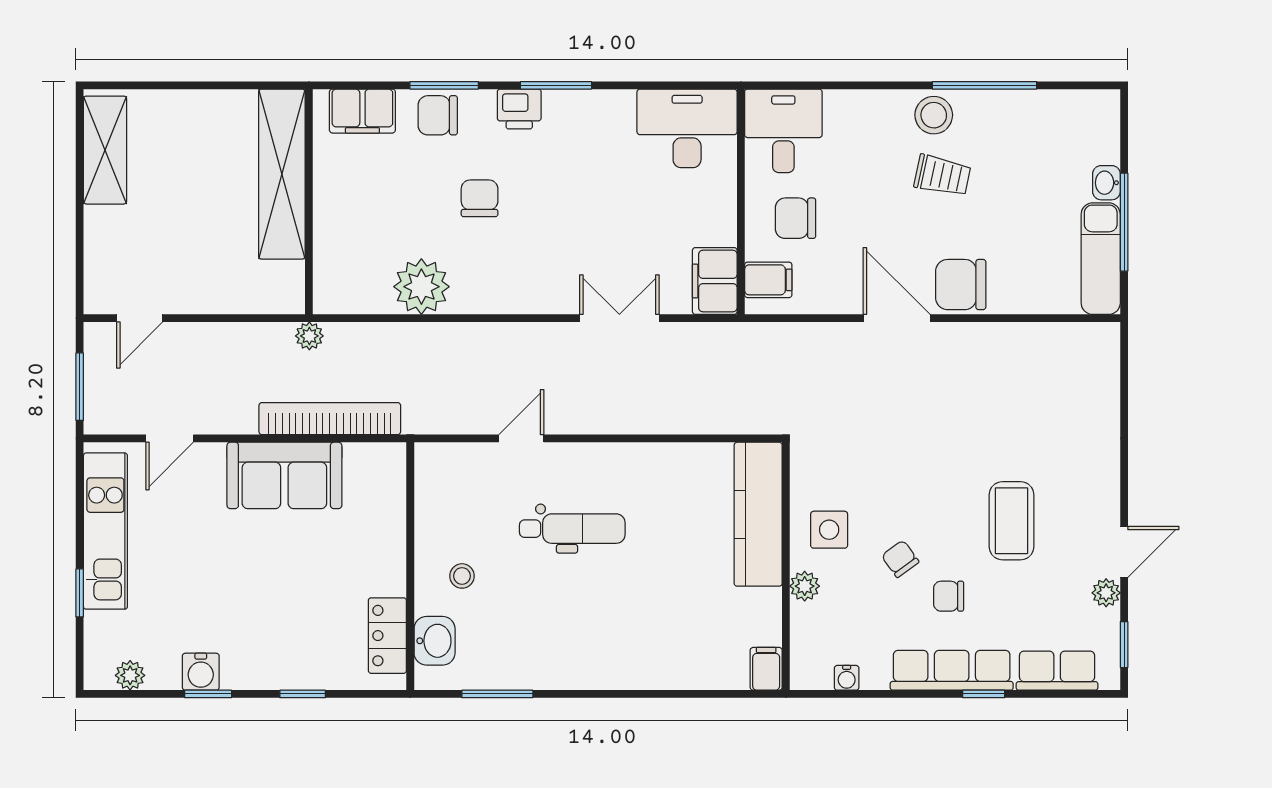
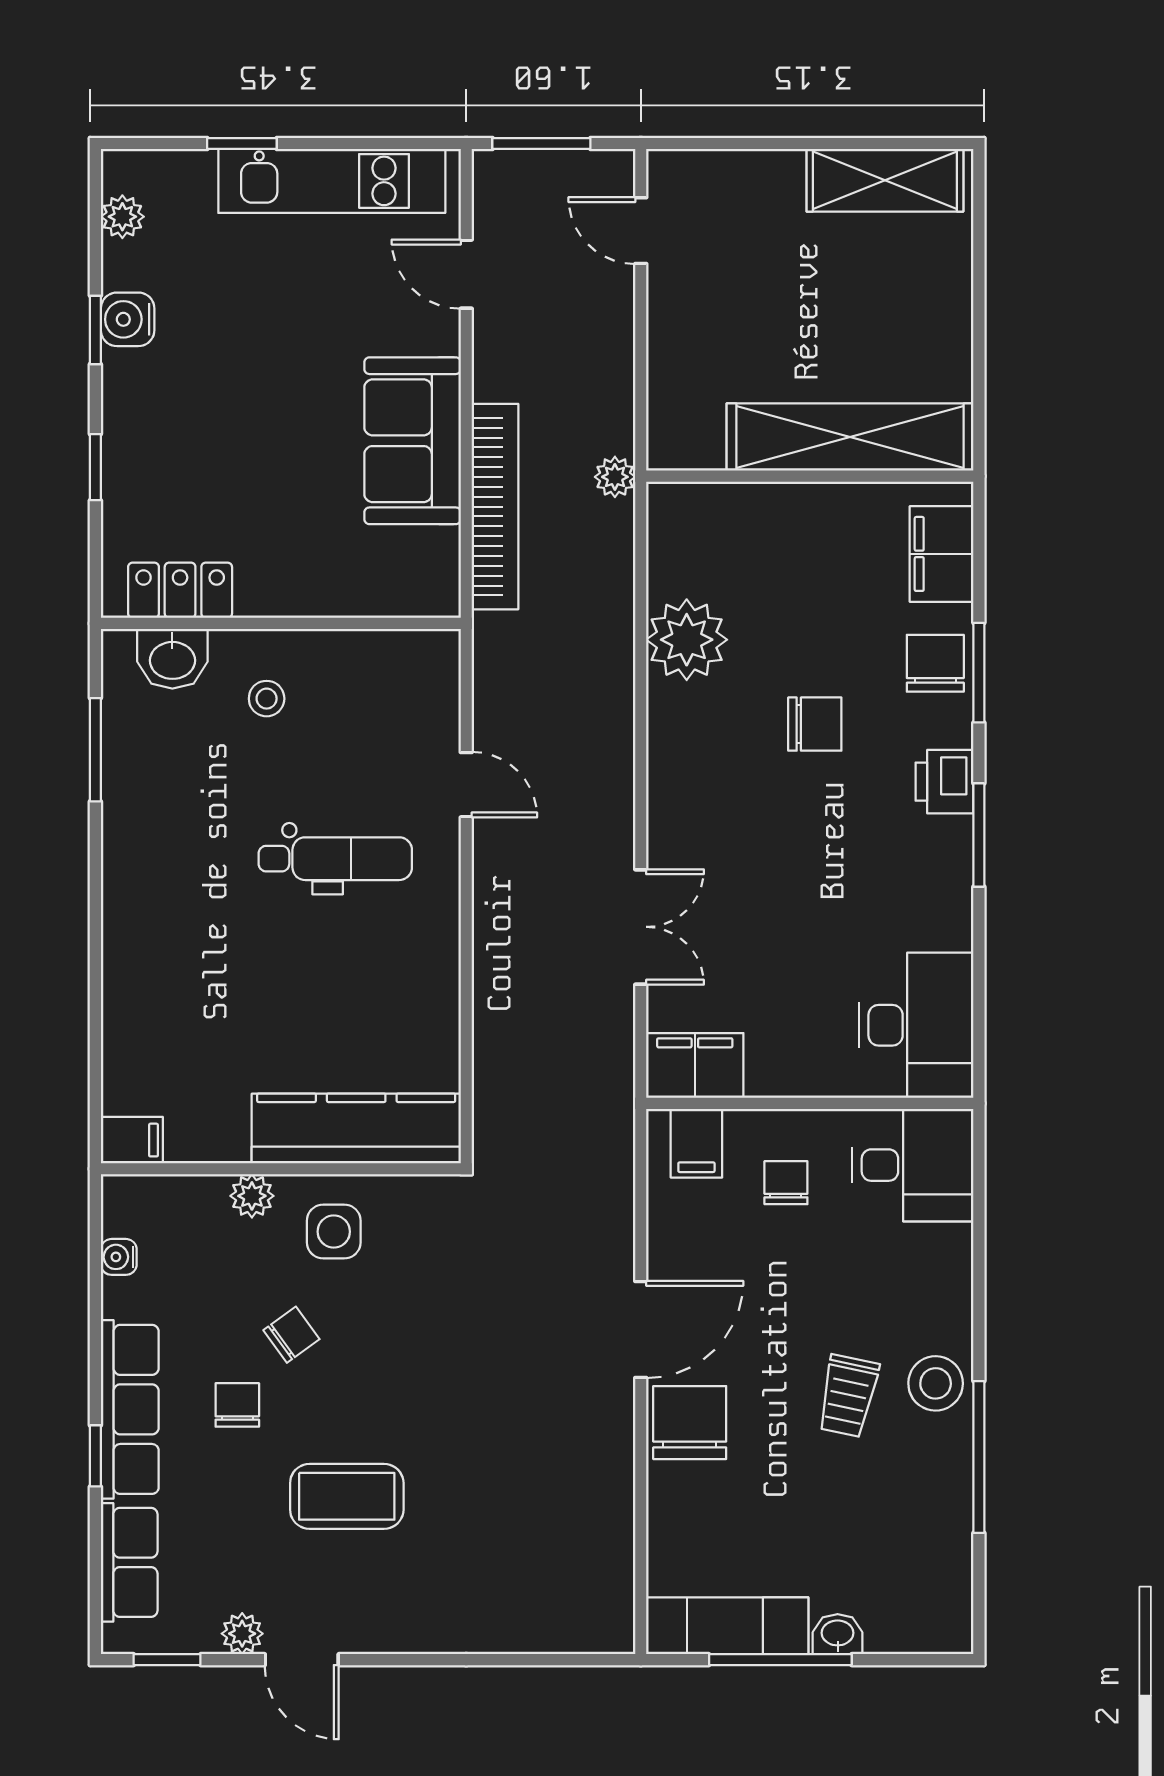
chair: (795, 218) -> (786, 1183), width x0.73, depth x0.73
dental chair: (572, 529) -> (335, 859), turned -90

